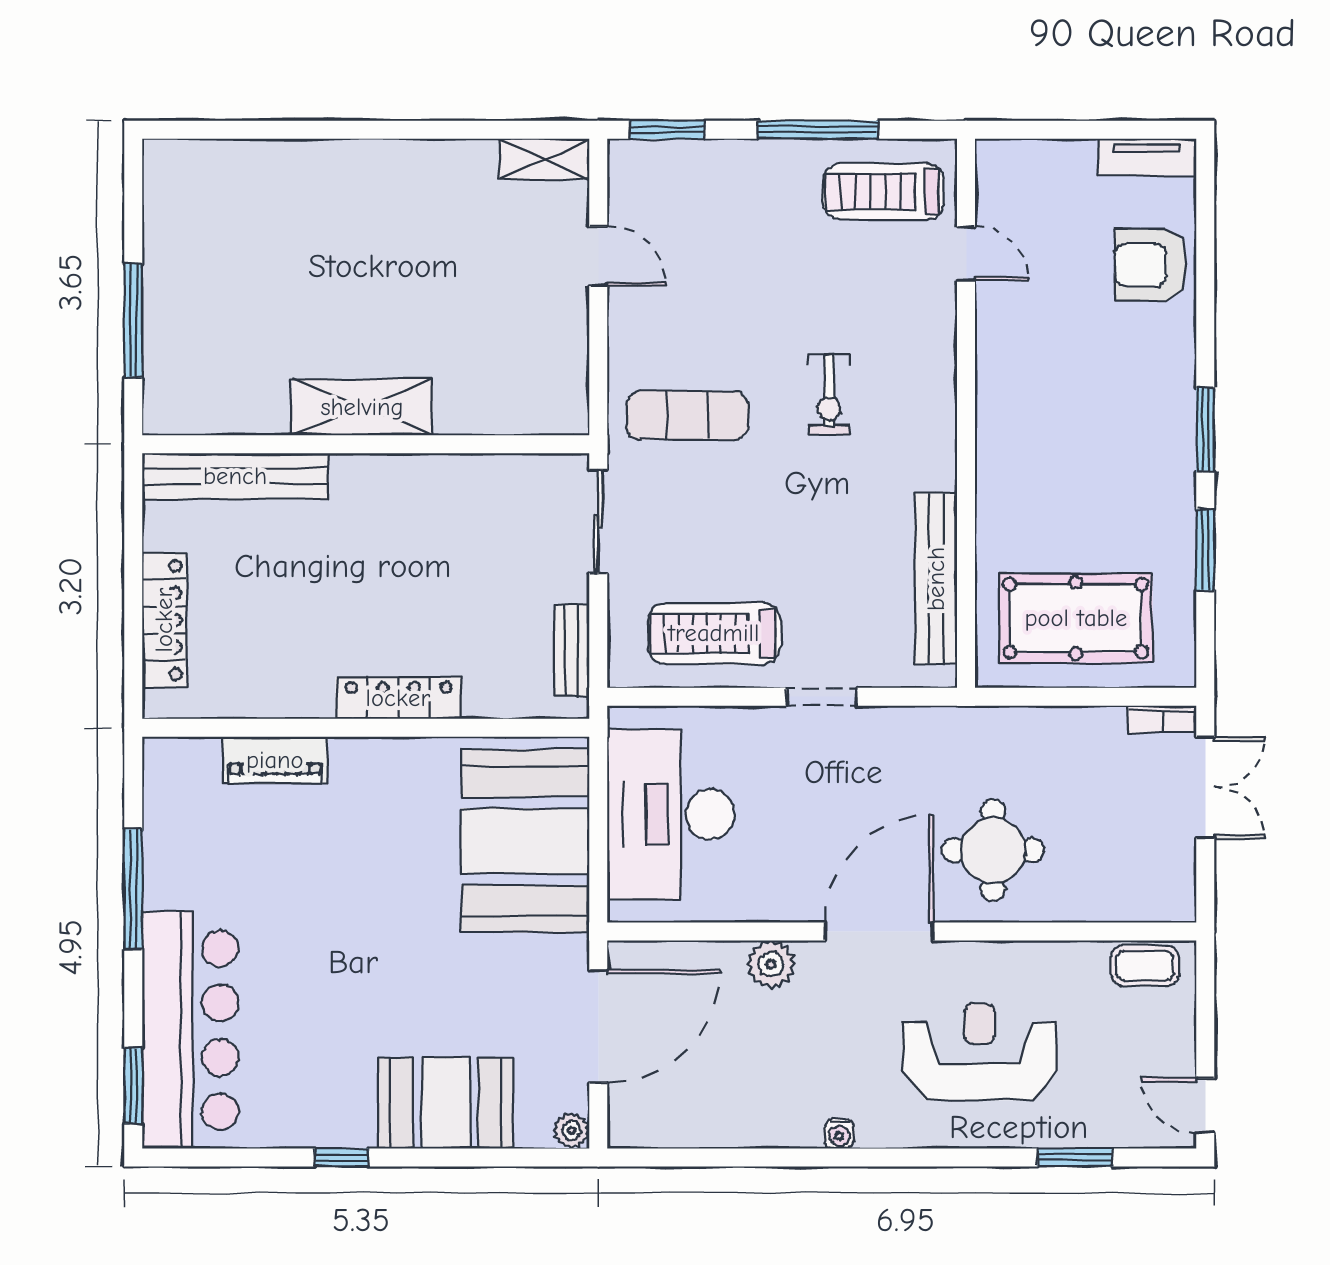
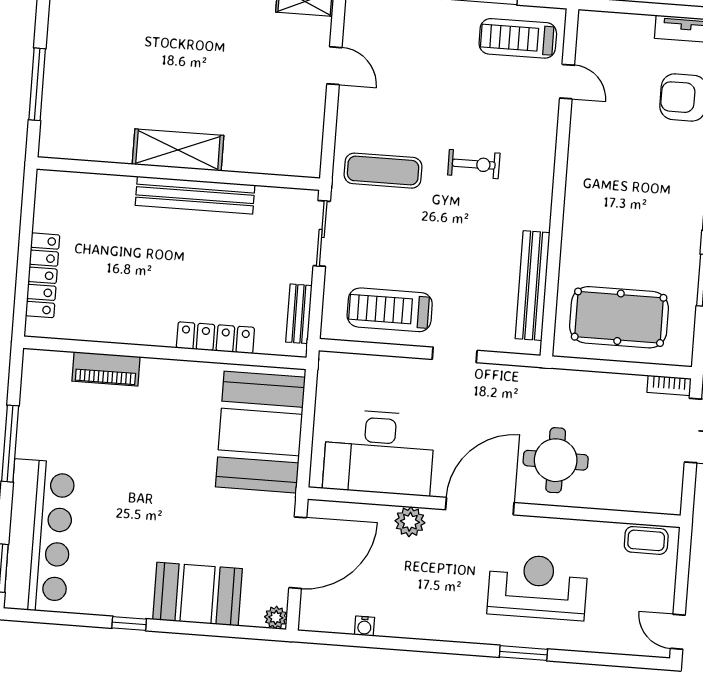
exercise bike: (829, 395) -> (474, 164), turned -90
bench: (235, 476) -> (195, 195), moved
locker: (398, 698) -> (215, 338), moved
desk: (671, 814) -> (379, 452), moved, turned -90
water cooler: (839, 1134) -> (364, 626), moved
window: (1075, 1157) -> (523, 653), moved

